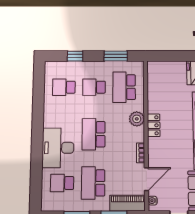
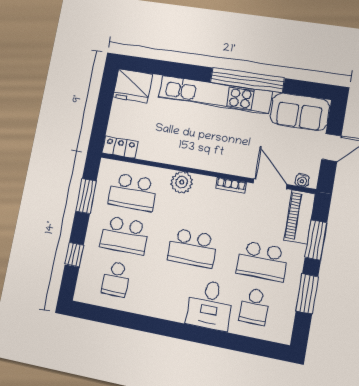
school desk: (94, 87) -> (124, 235), width x1.85
locker: (154, 125) -> (120, 147), moved
desk: (58, 148) -> (210, 305), width x0.73

